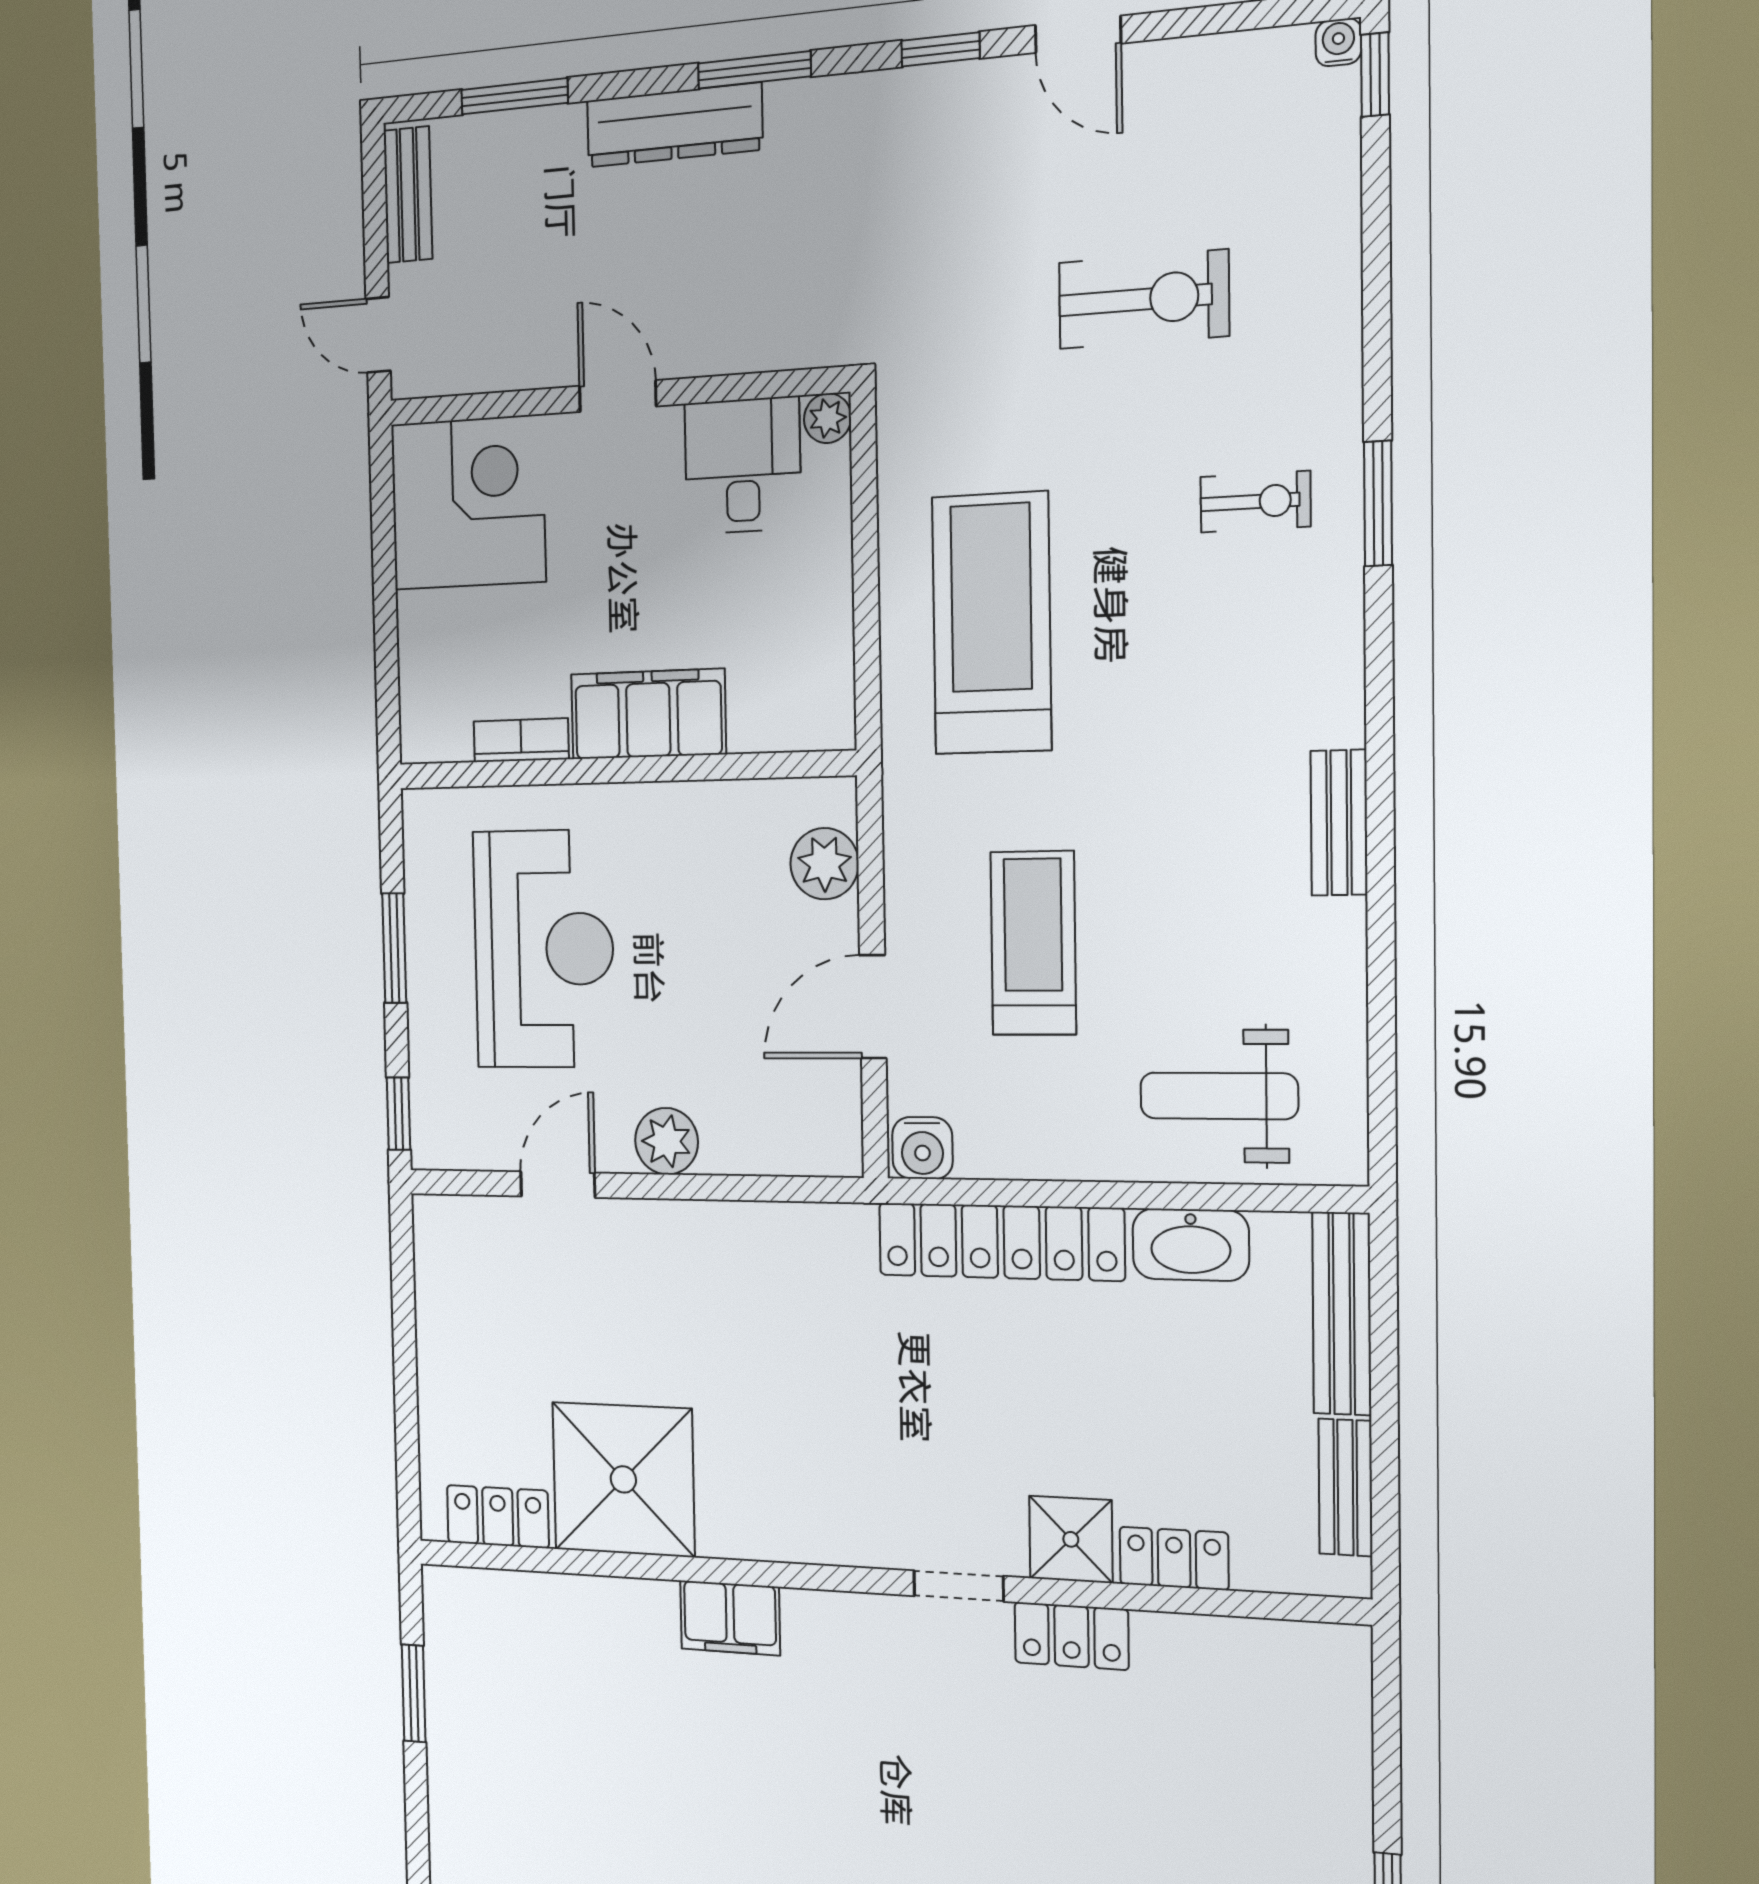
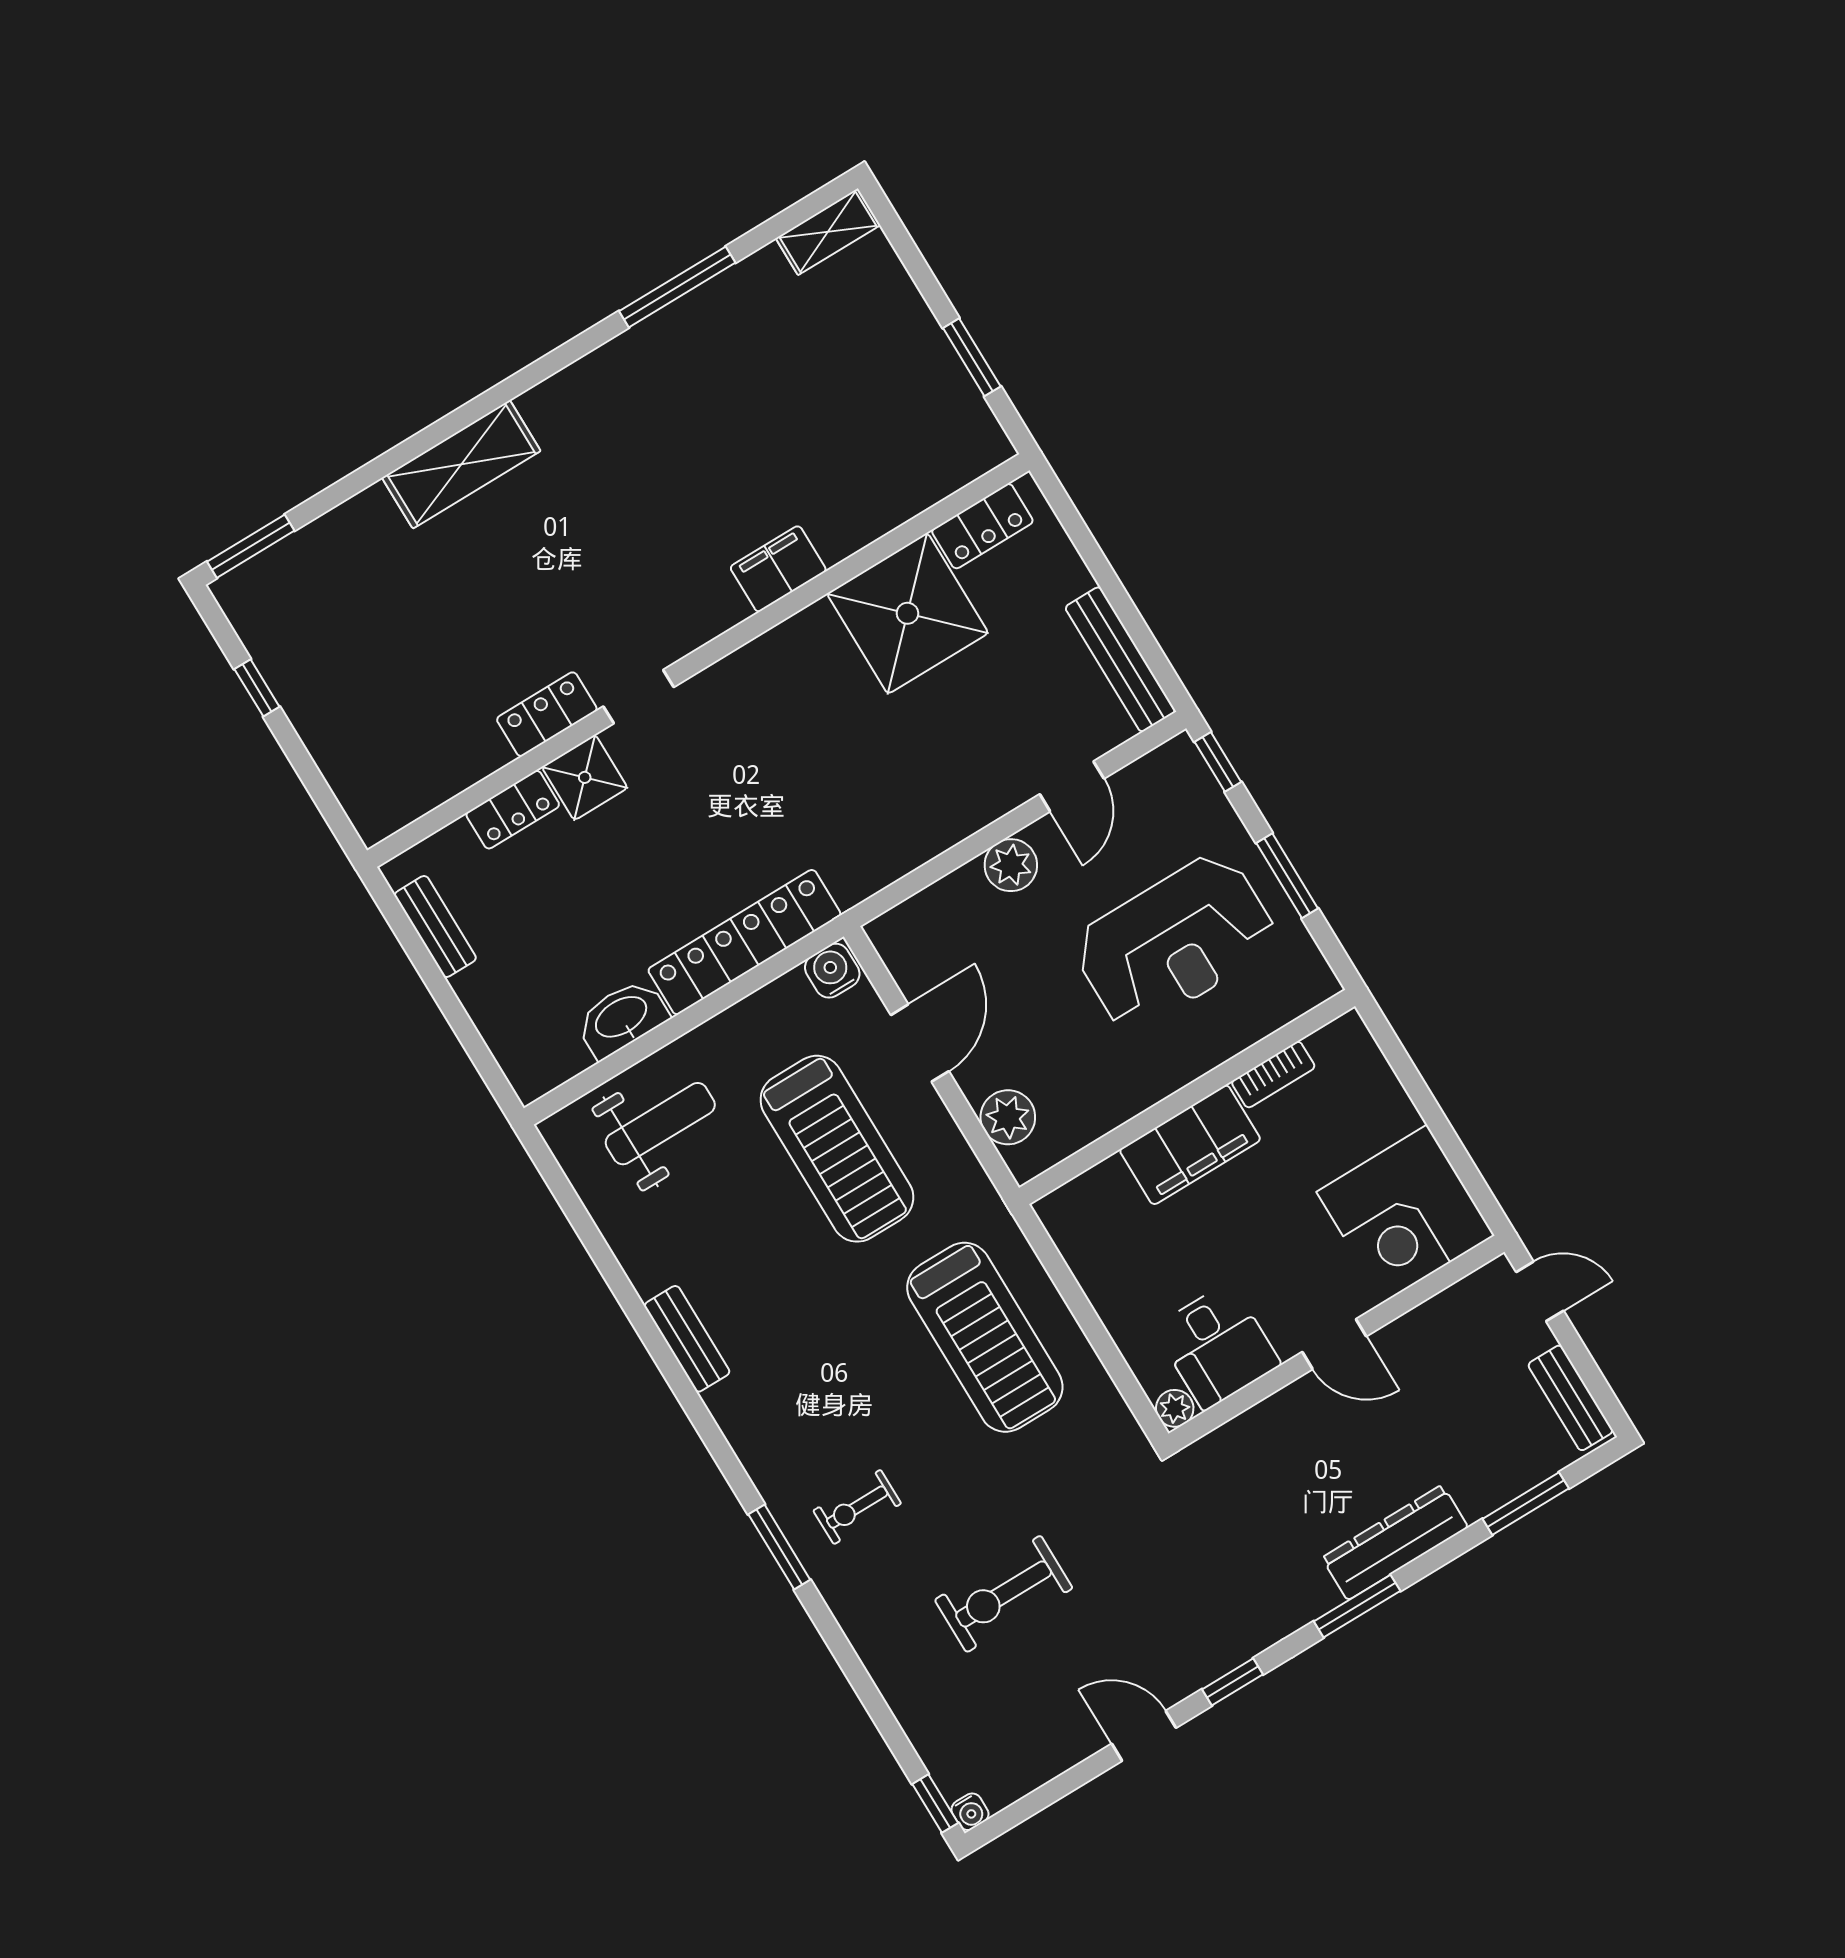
treadmill: (1033, 943) -> (837, 1149), width x1.37, depth x1.38
reception desk: (544, 949) -> (1175, 942), turned -90
bench: (1342, 1313) -> (1120, 659), moved

